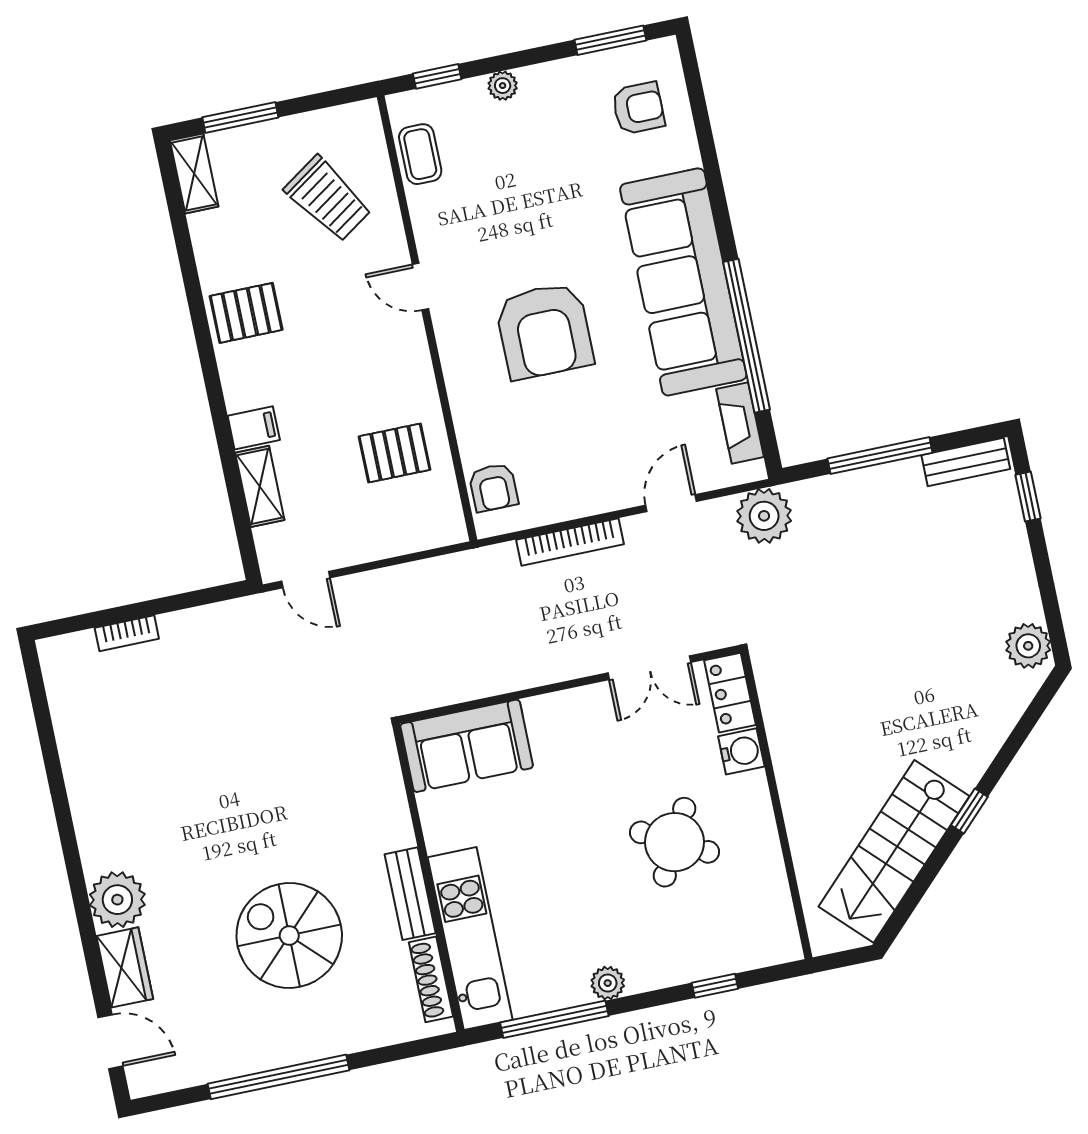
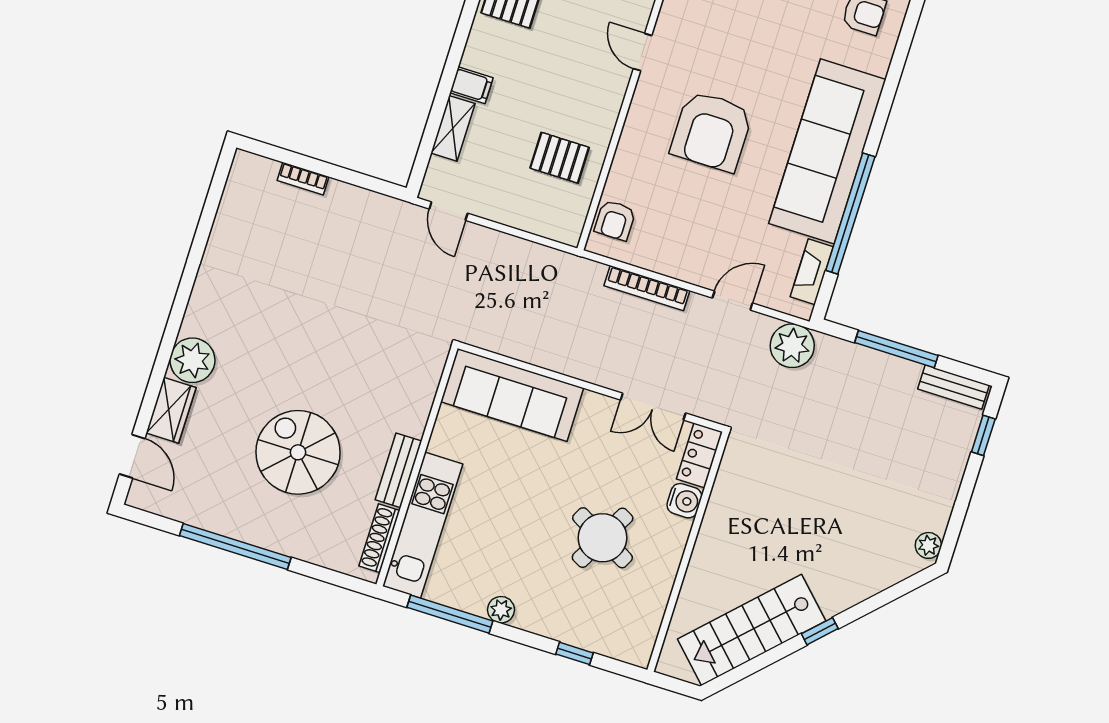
plant: (1028, 646) -> (928, 545), width x0.73, depth x0.73
sofa: (467, 746) -> (512, 395), width x1.36

